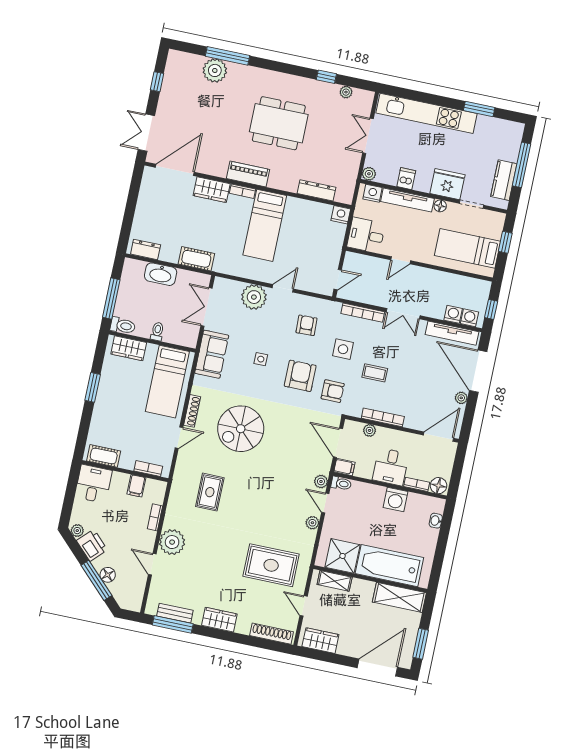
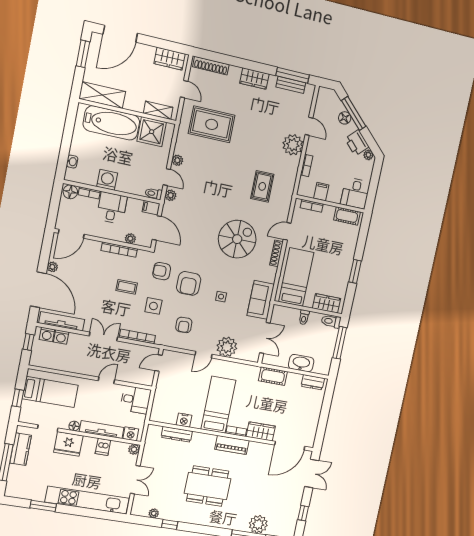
nightstand: (341, 215) -> (184, 420), moved

